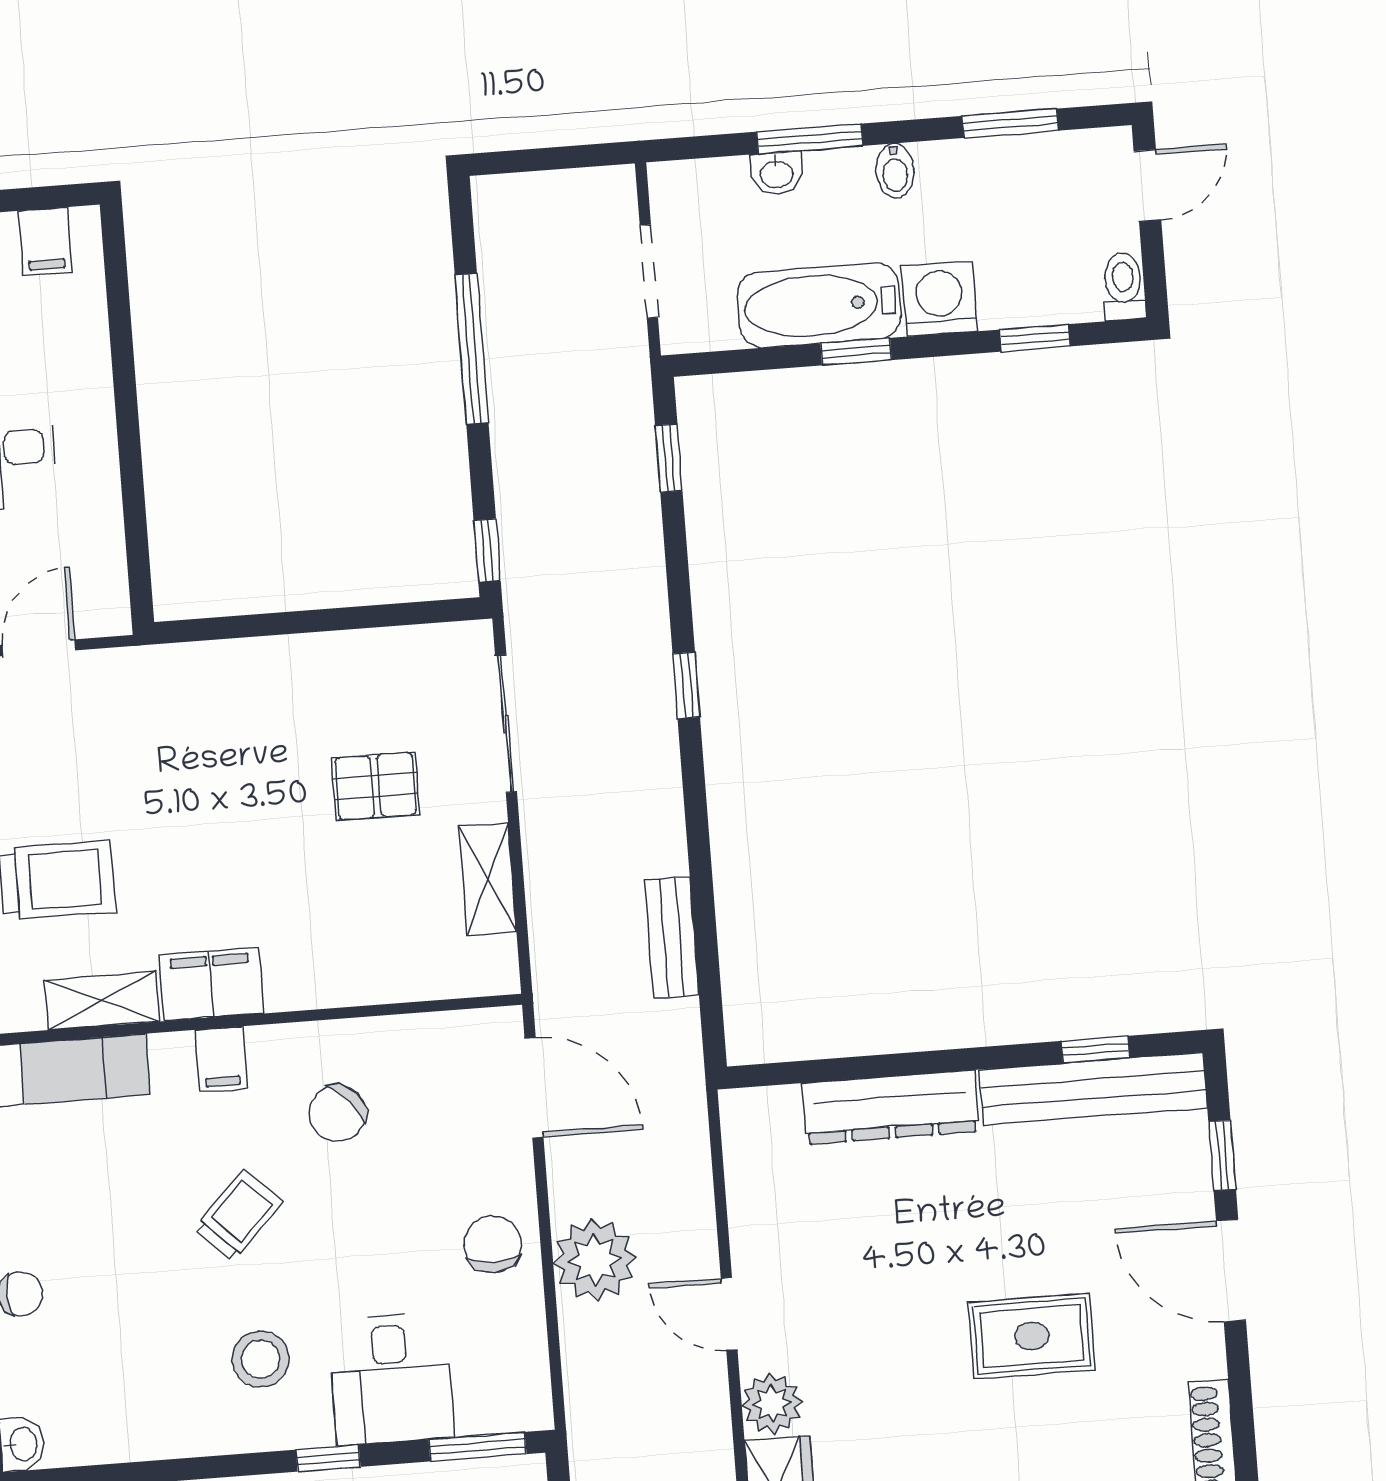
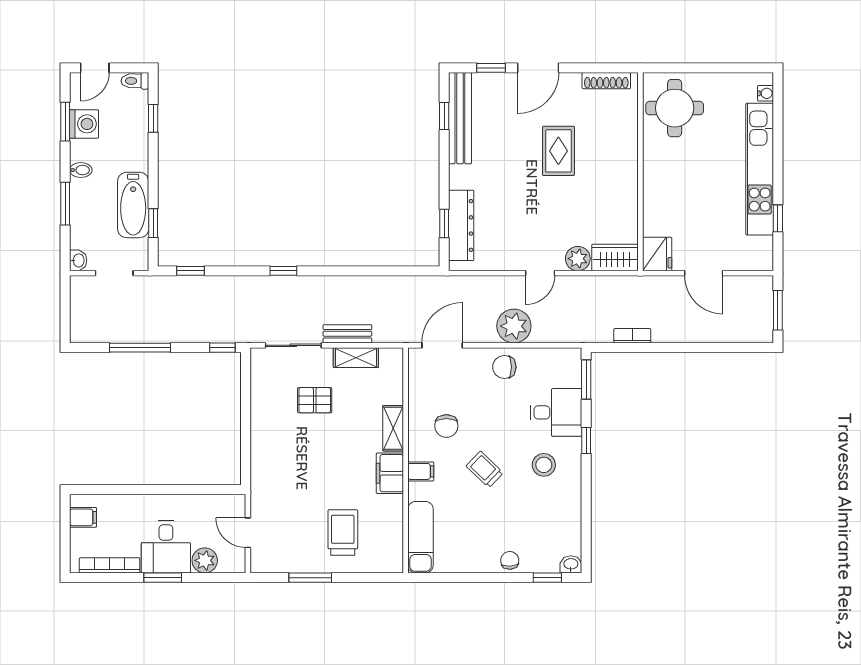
washbasin: (777, 173) -> (78, 260), moved
door: (1147, 186) -> (95, 68), swing flipped
washing machine: (939, 299) -> (84, 124), moved, turned 180
window: (856, 352) -> (153, 223), moved
pallet: (376, 786) -> (315, 400), turned 90
bench: (672, 938) -> (347, 334), moved
shelving: (102, 1001) -> (393, 428), moved
window: (833, 1070) -> (444, 223), added
dresser: (891, 1107) -> (461, 225), moved
chair: (337, 1113) -> (446, 426), turned 41

